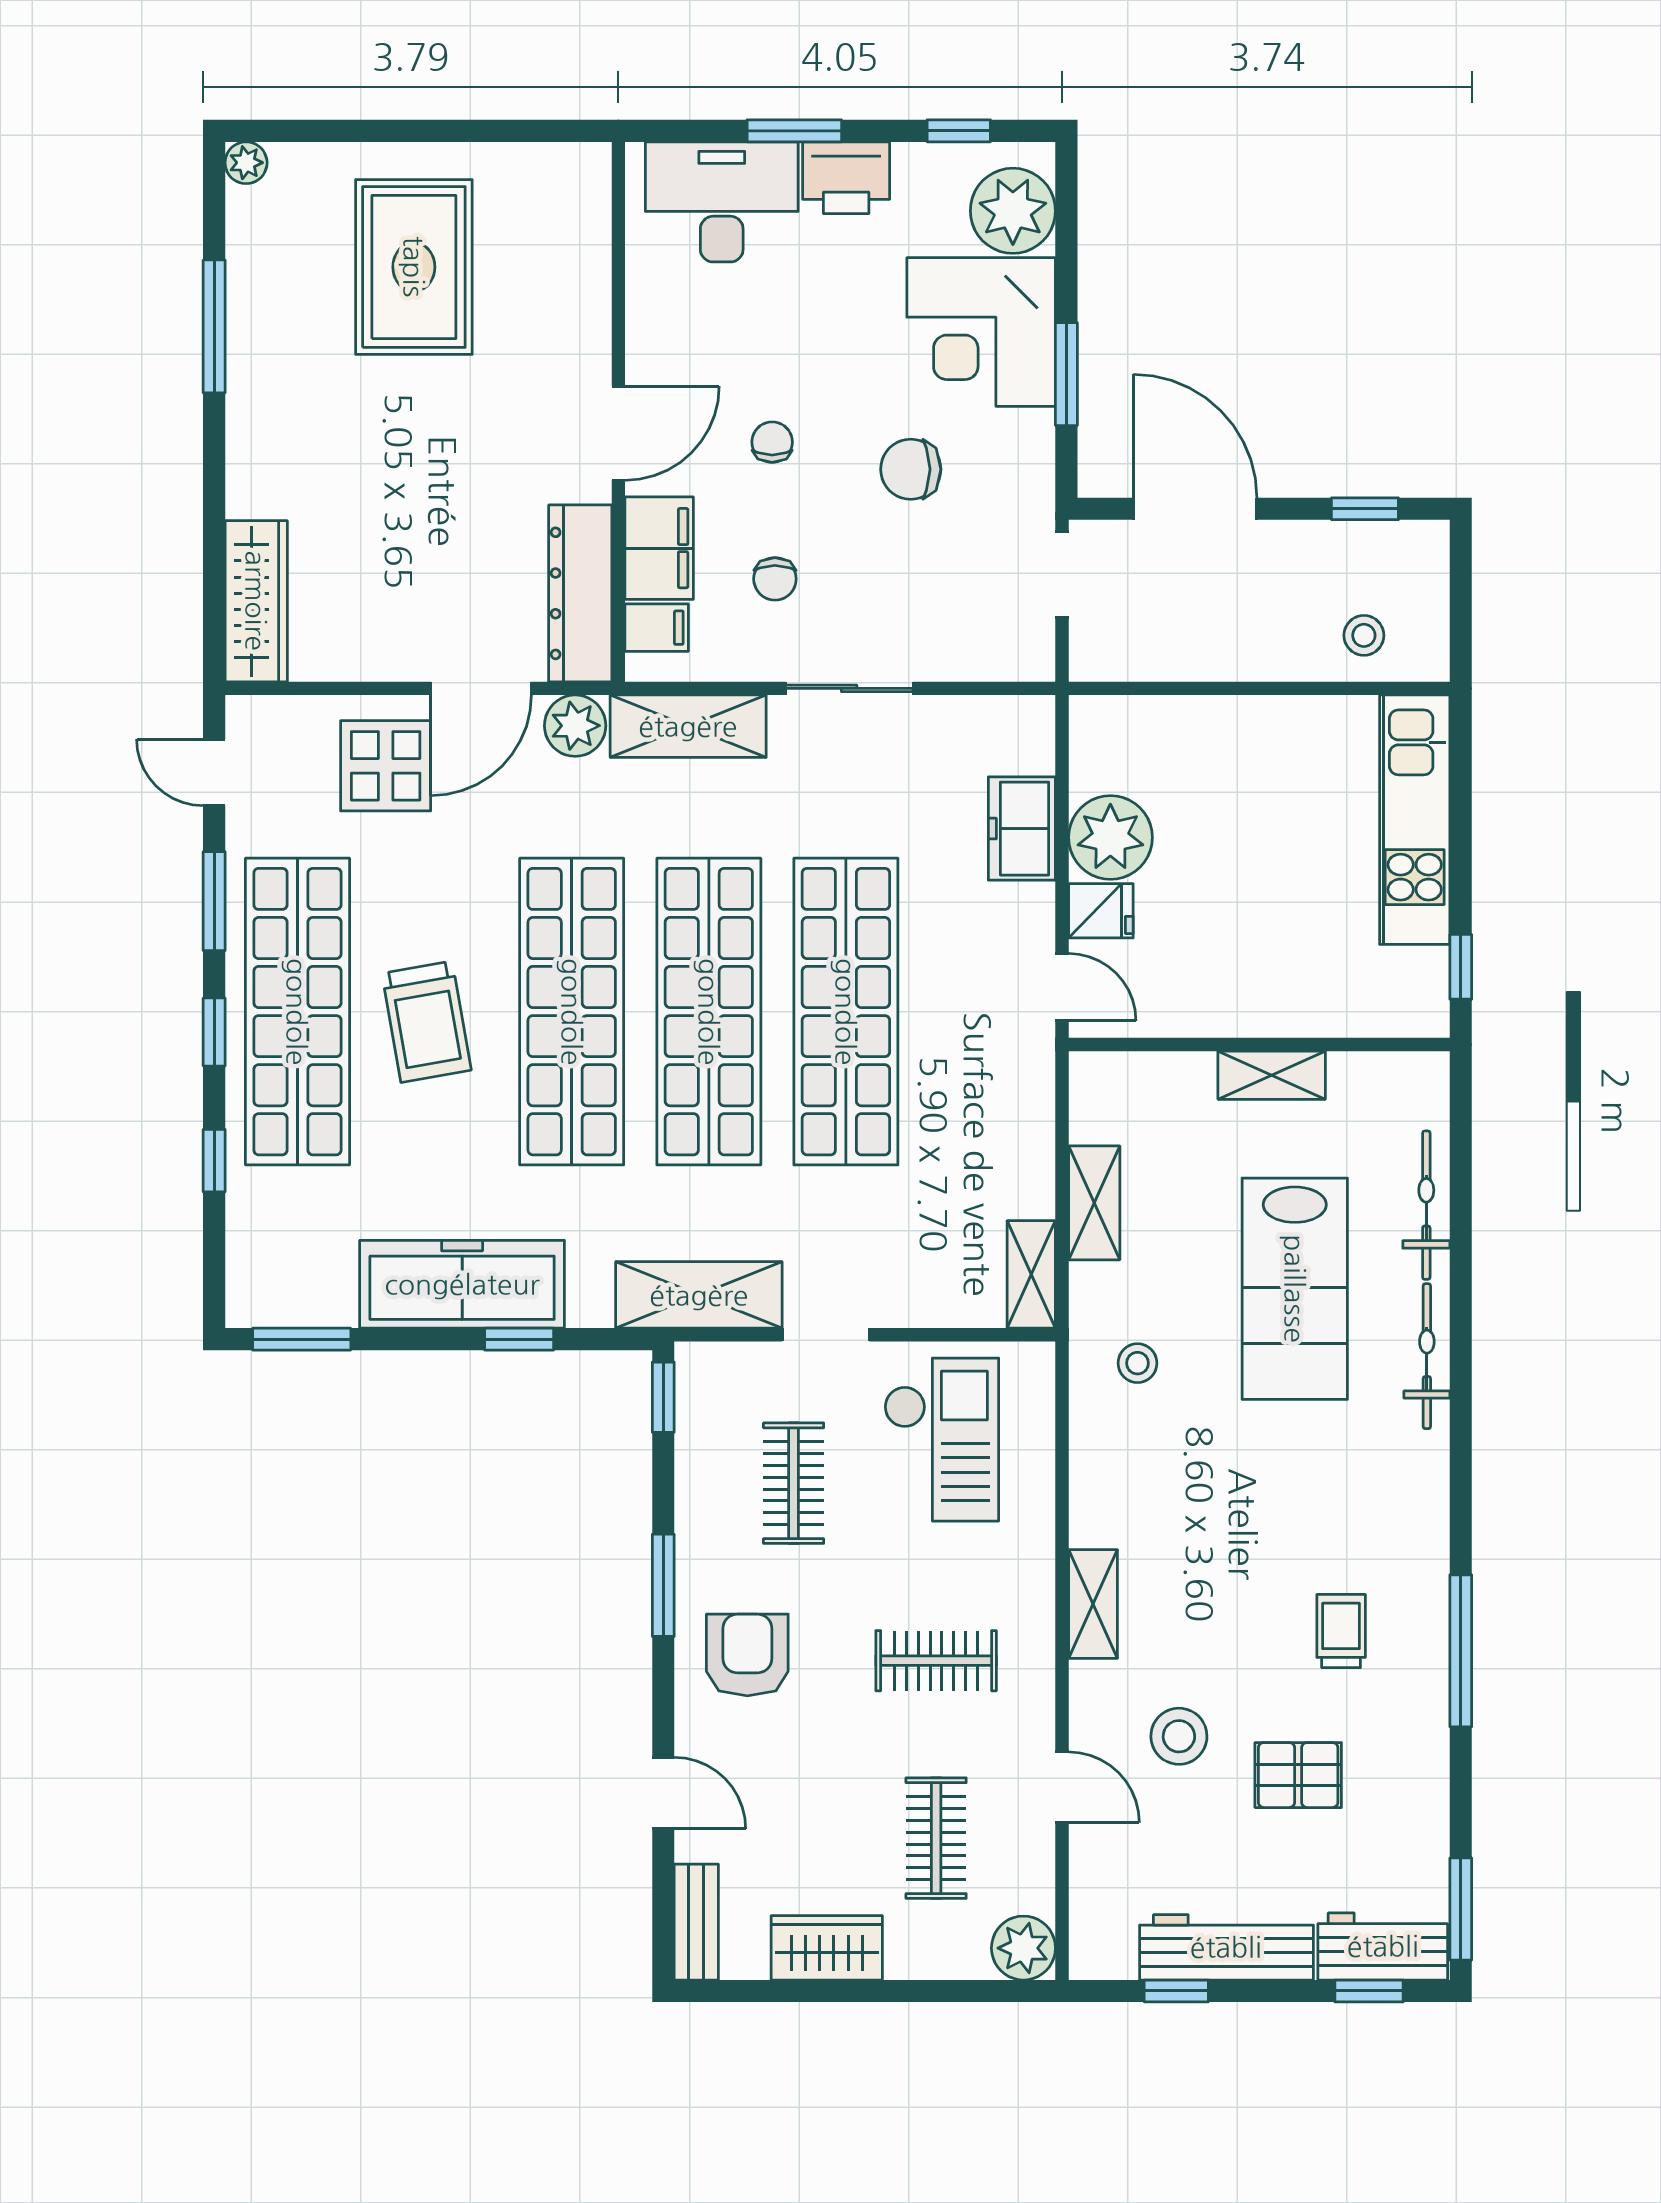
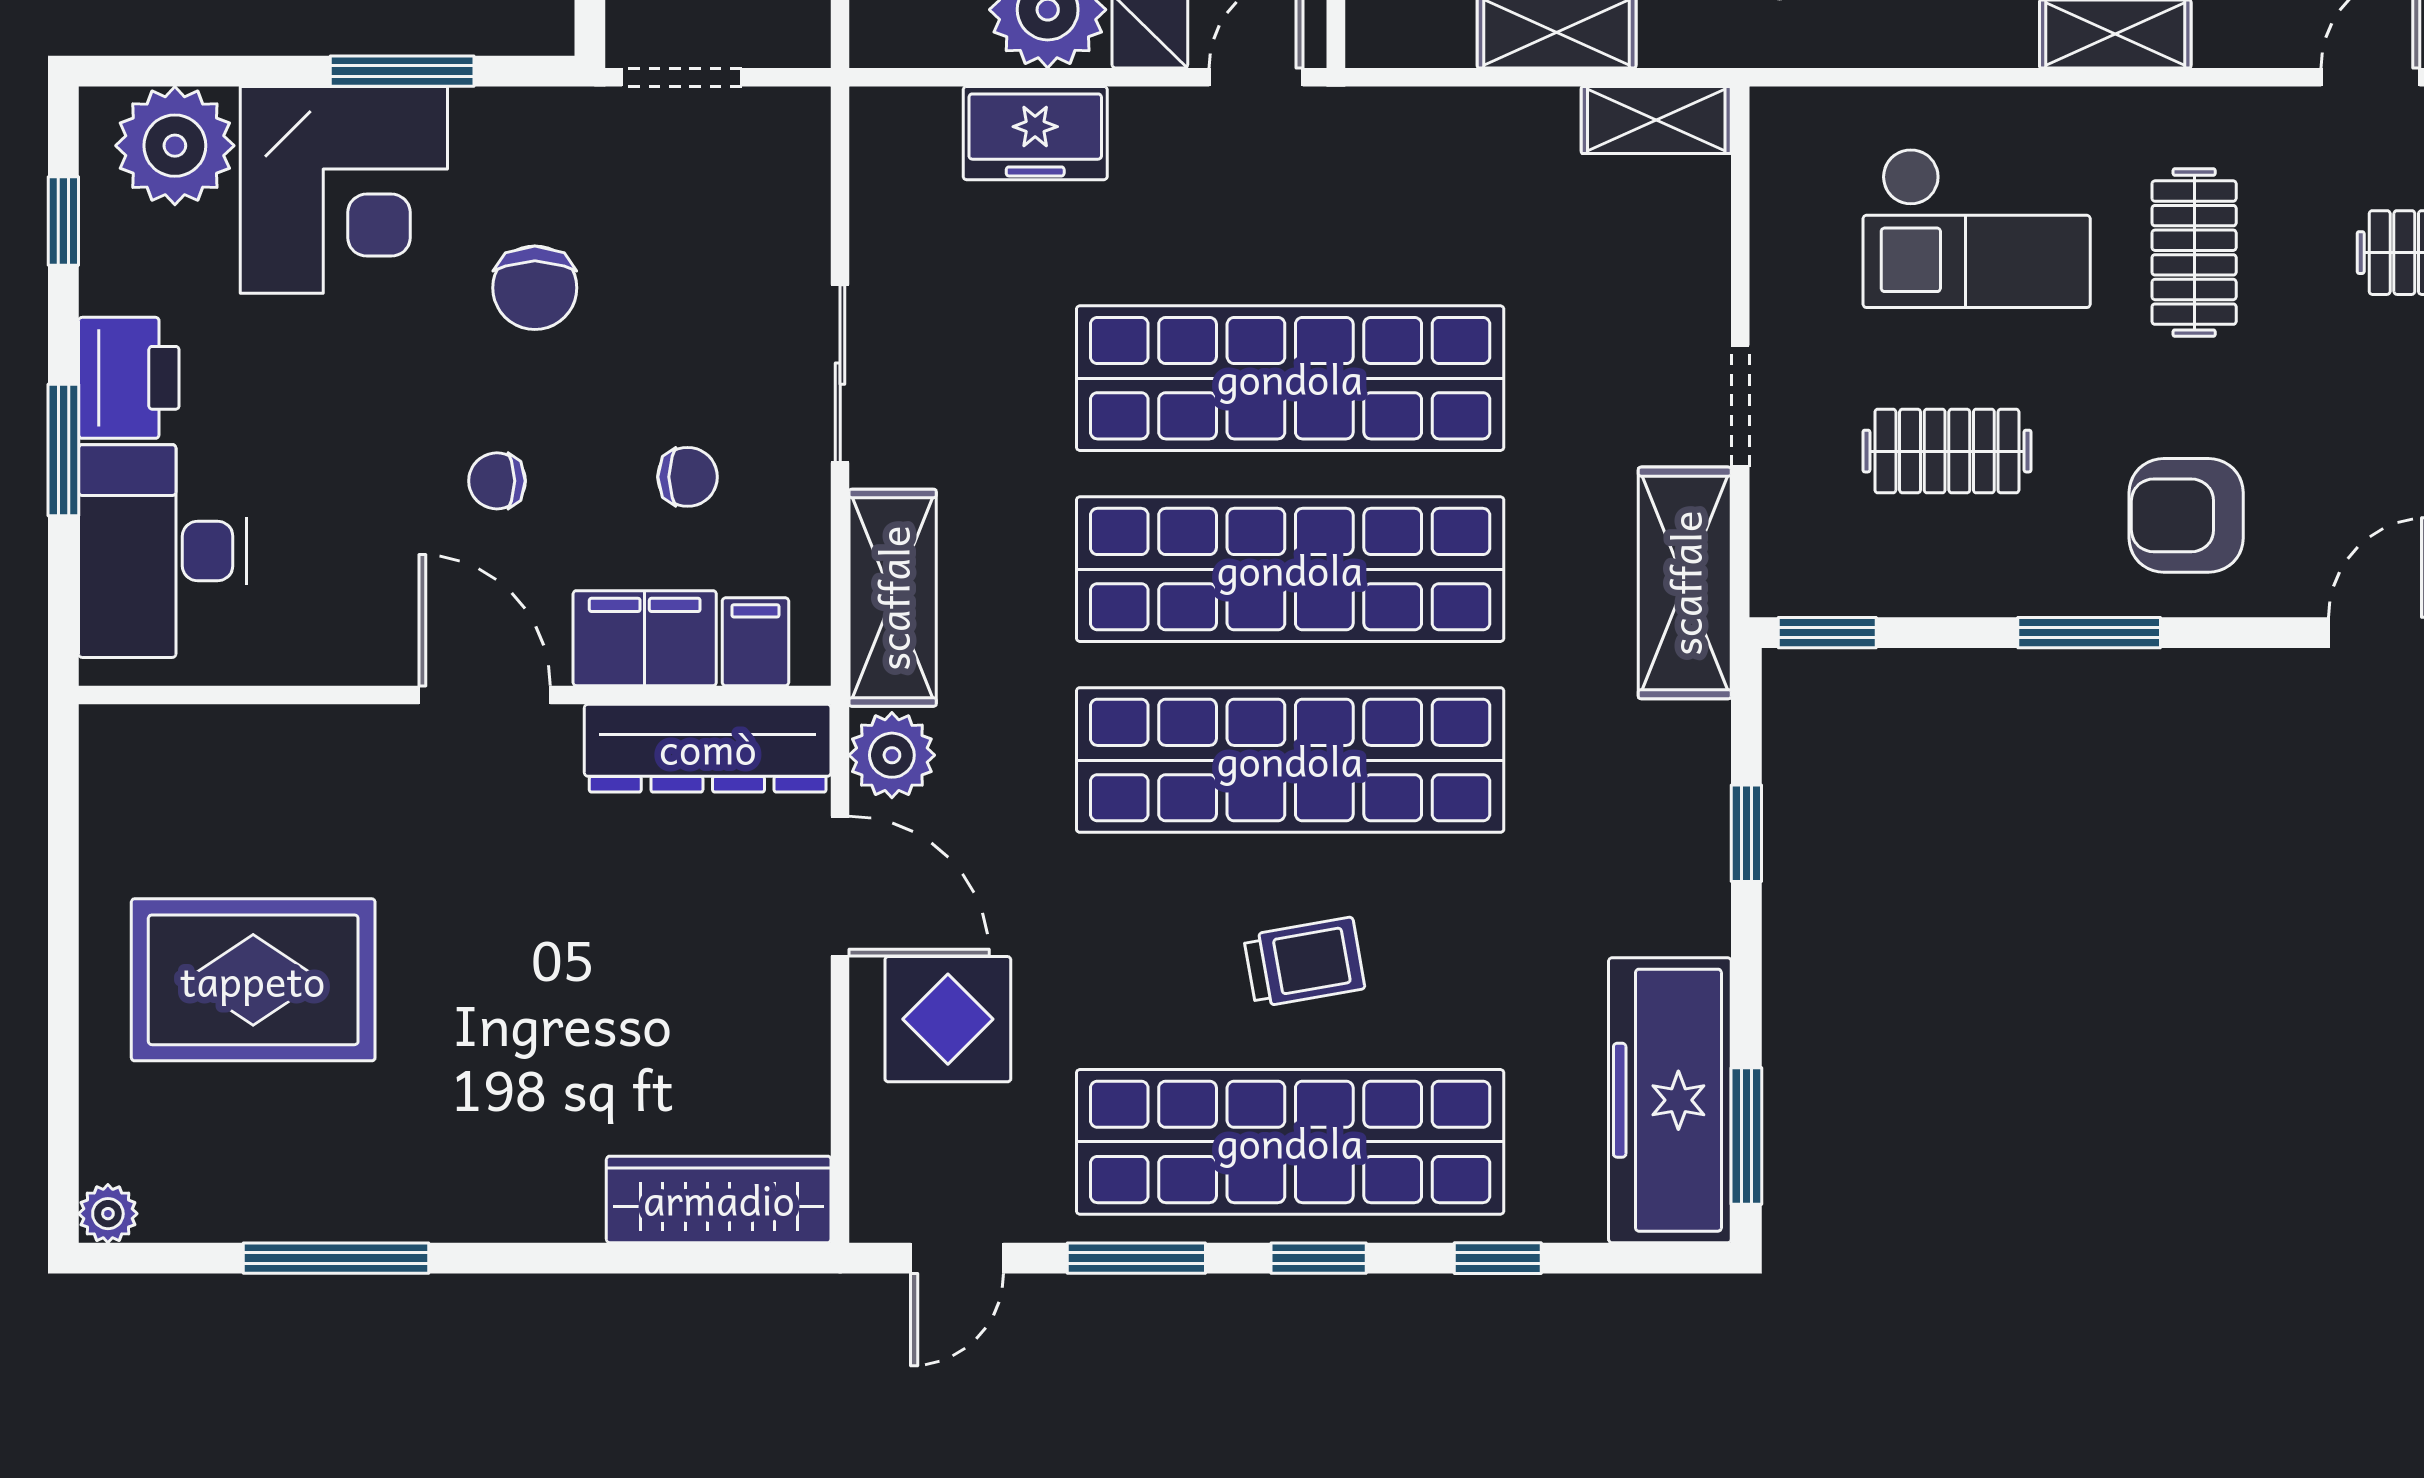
trolley: (426, 1022) -> (1304, 962), width x0.73, depth x0.72
freezer: (462, 1284) -> (1670, 1100), moved
checkout: (941, 1440) -> (1977, 228), moved, turned 180

